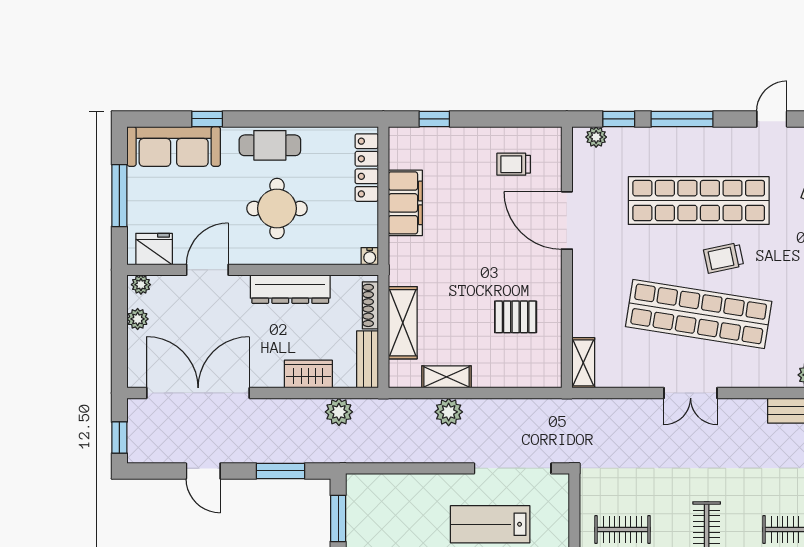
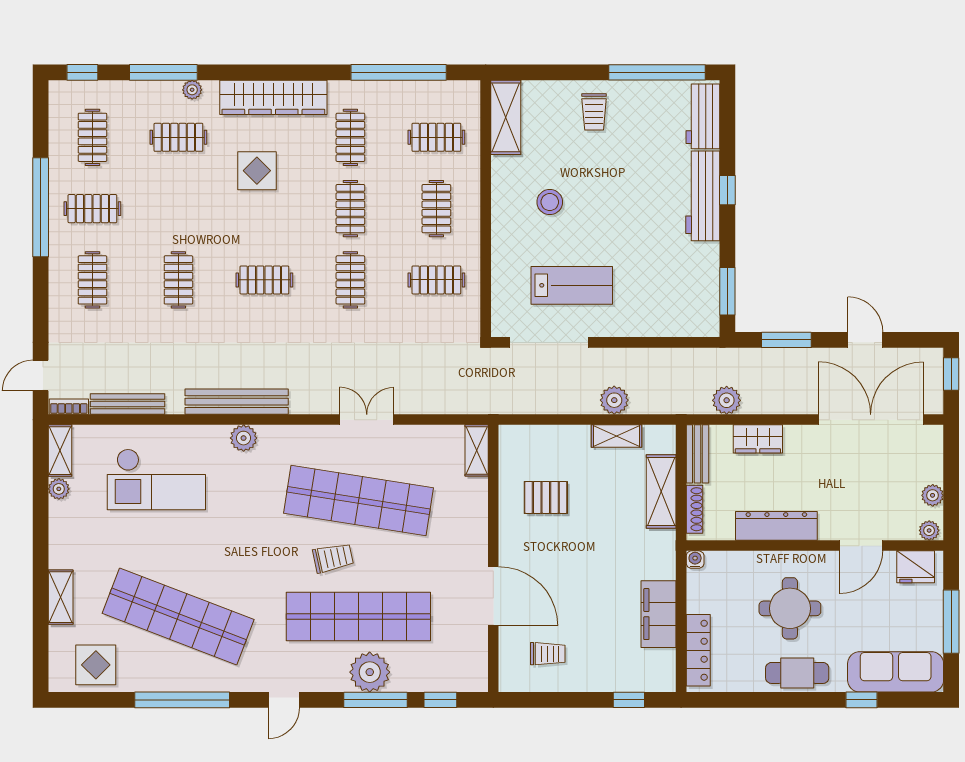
plant: (596, 137) -> (370, 672), moved, width x1.87, depth x1.87
double door: (198, 393) -> (871, 420), swing flipped

